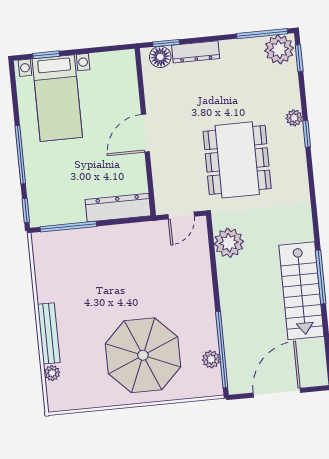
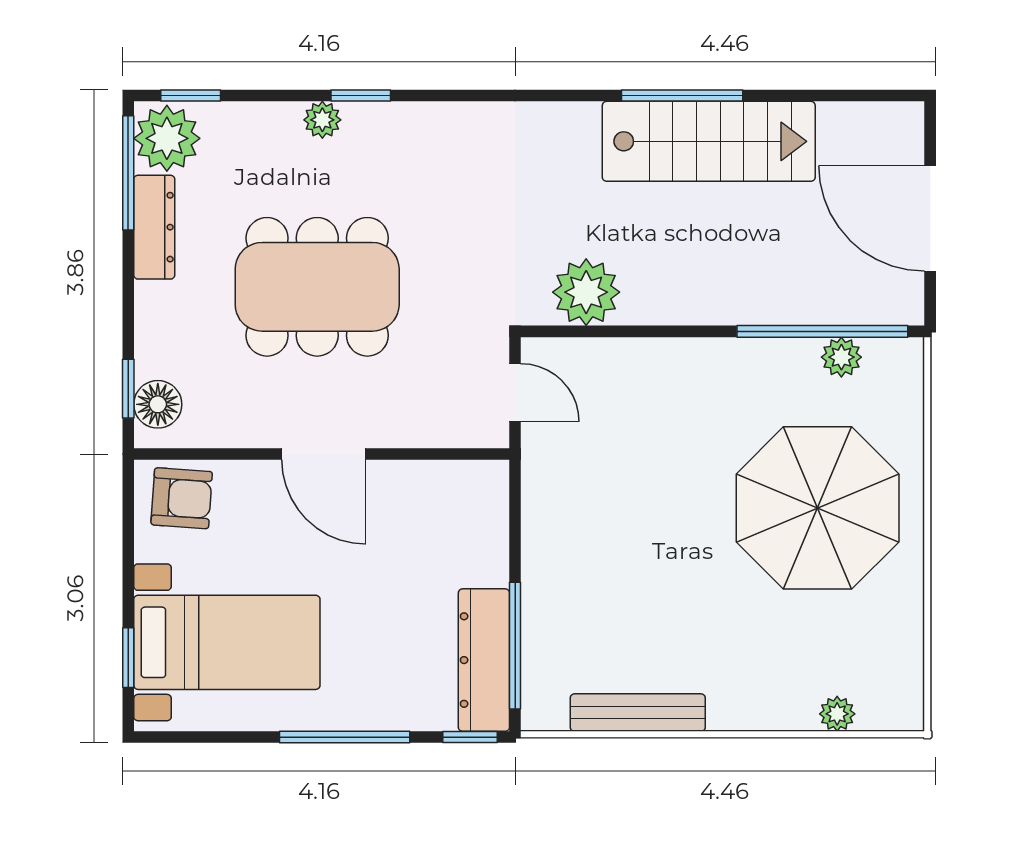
dresser: (196, 52) -> (154, 227), moved
armchair: (119, 72) -> (182, 498), added
dining table: (237, 160) -> (317, 287), moved
dresser: (118, 208) -> (484, 660), moved
bench: (49, 333) -> (638, 713), moved

